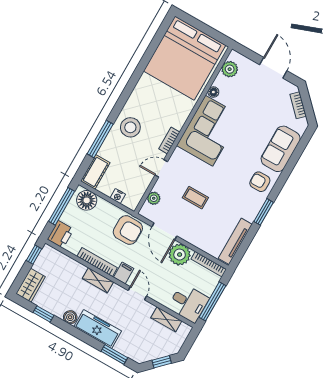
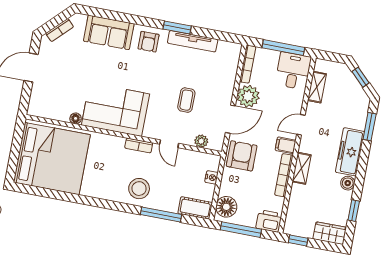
plant: (230, 69) -> (47, 110), removed
tv unit: (235, 241) -> (193, 41), moved

